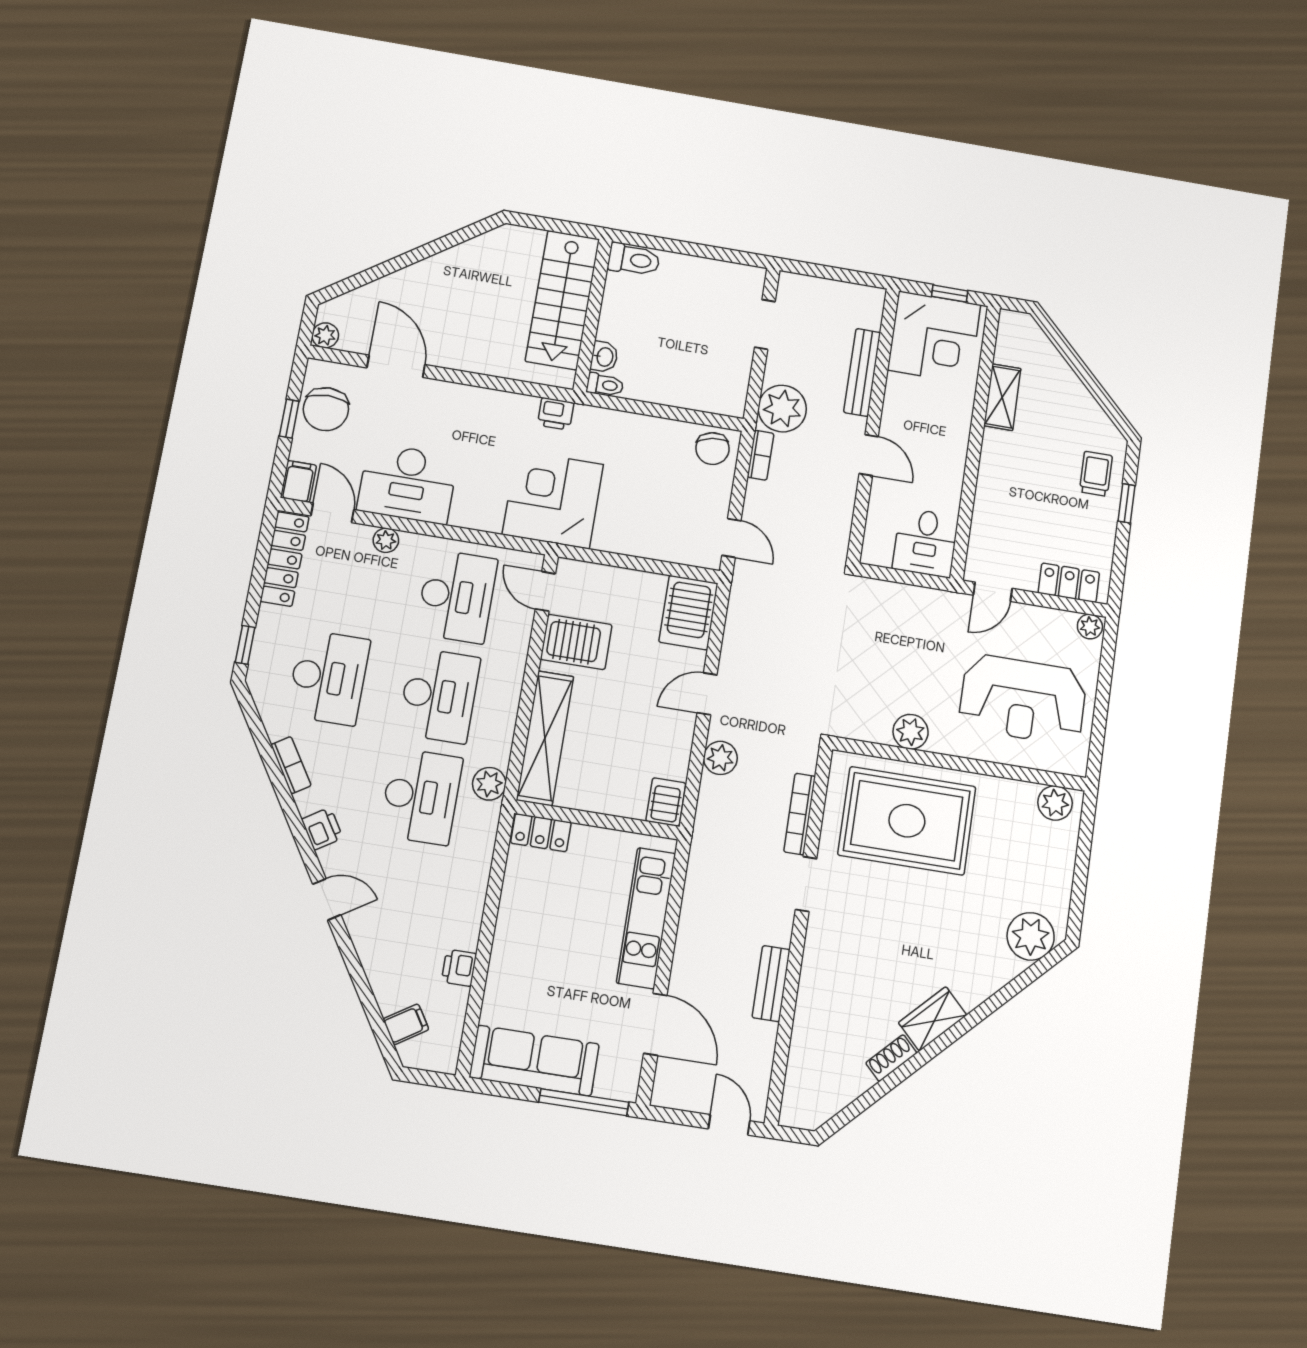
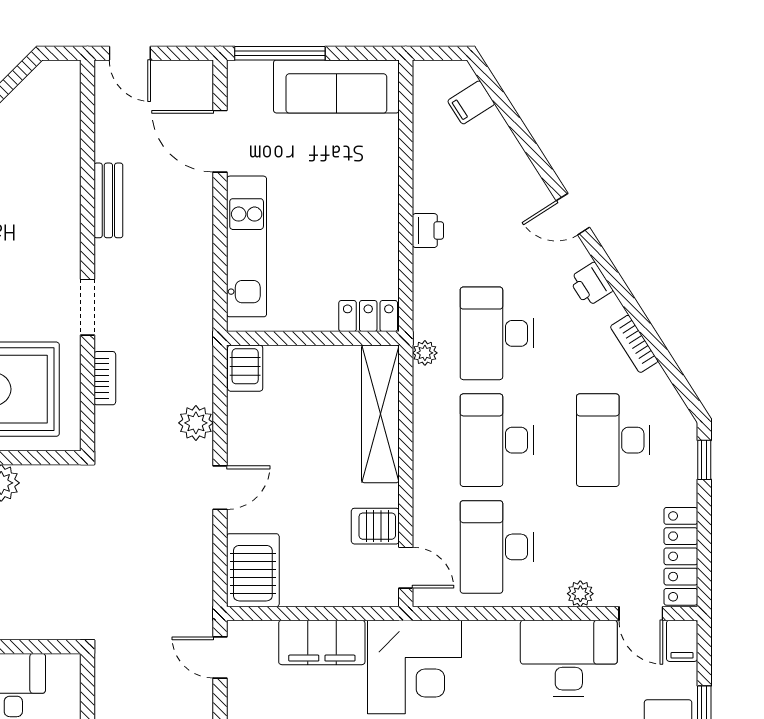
filing cabinet: (635, 536) -> (322, 642), added
server rack: (576, 642) -> (375, 526), width x0.73, depth x0.70
plant: (489, 784) -> (425, 353), width x0.73, depth x0.73
bookcase: (800, 814) -> (105, 378), width x0.64
printer: (459, 968) -> (428, 231), moved

